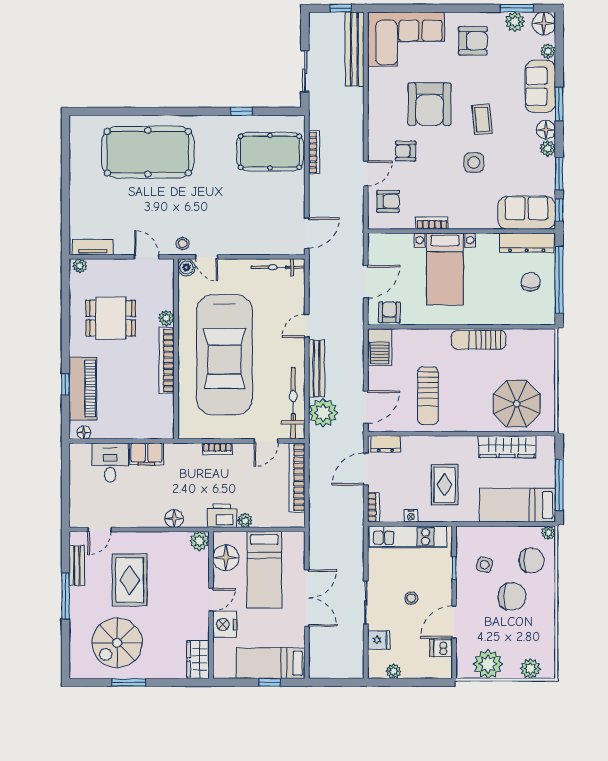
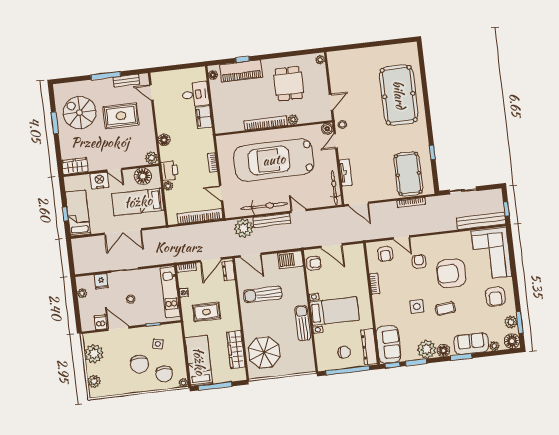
plant: (548, 148) -> (427, 349), width x1.87, depth x1.87
tv unit: (93, 247) -> (346, 173), moved
bed with nightstands: (445, 269) -> (335, 311), moved, turned 180
bicycle: (293, 403) -> (264, 206), moved
door: (366, 469) -> (211, 260), swing flipped

